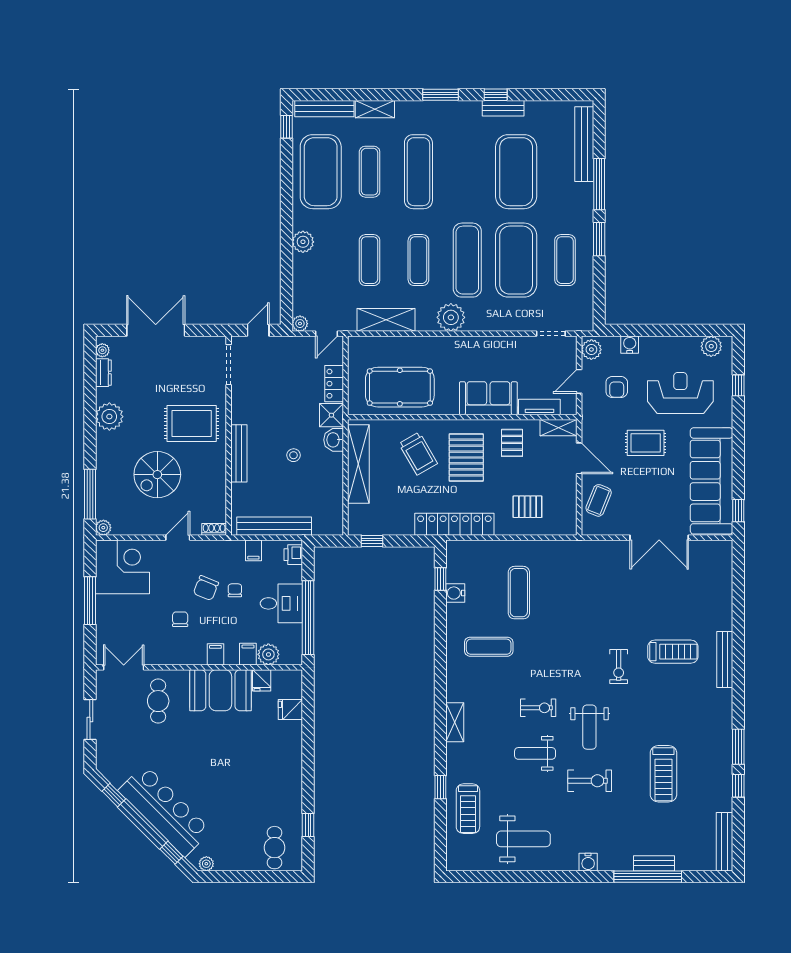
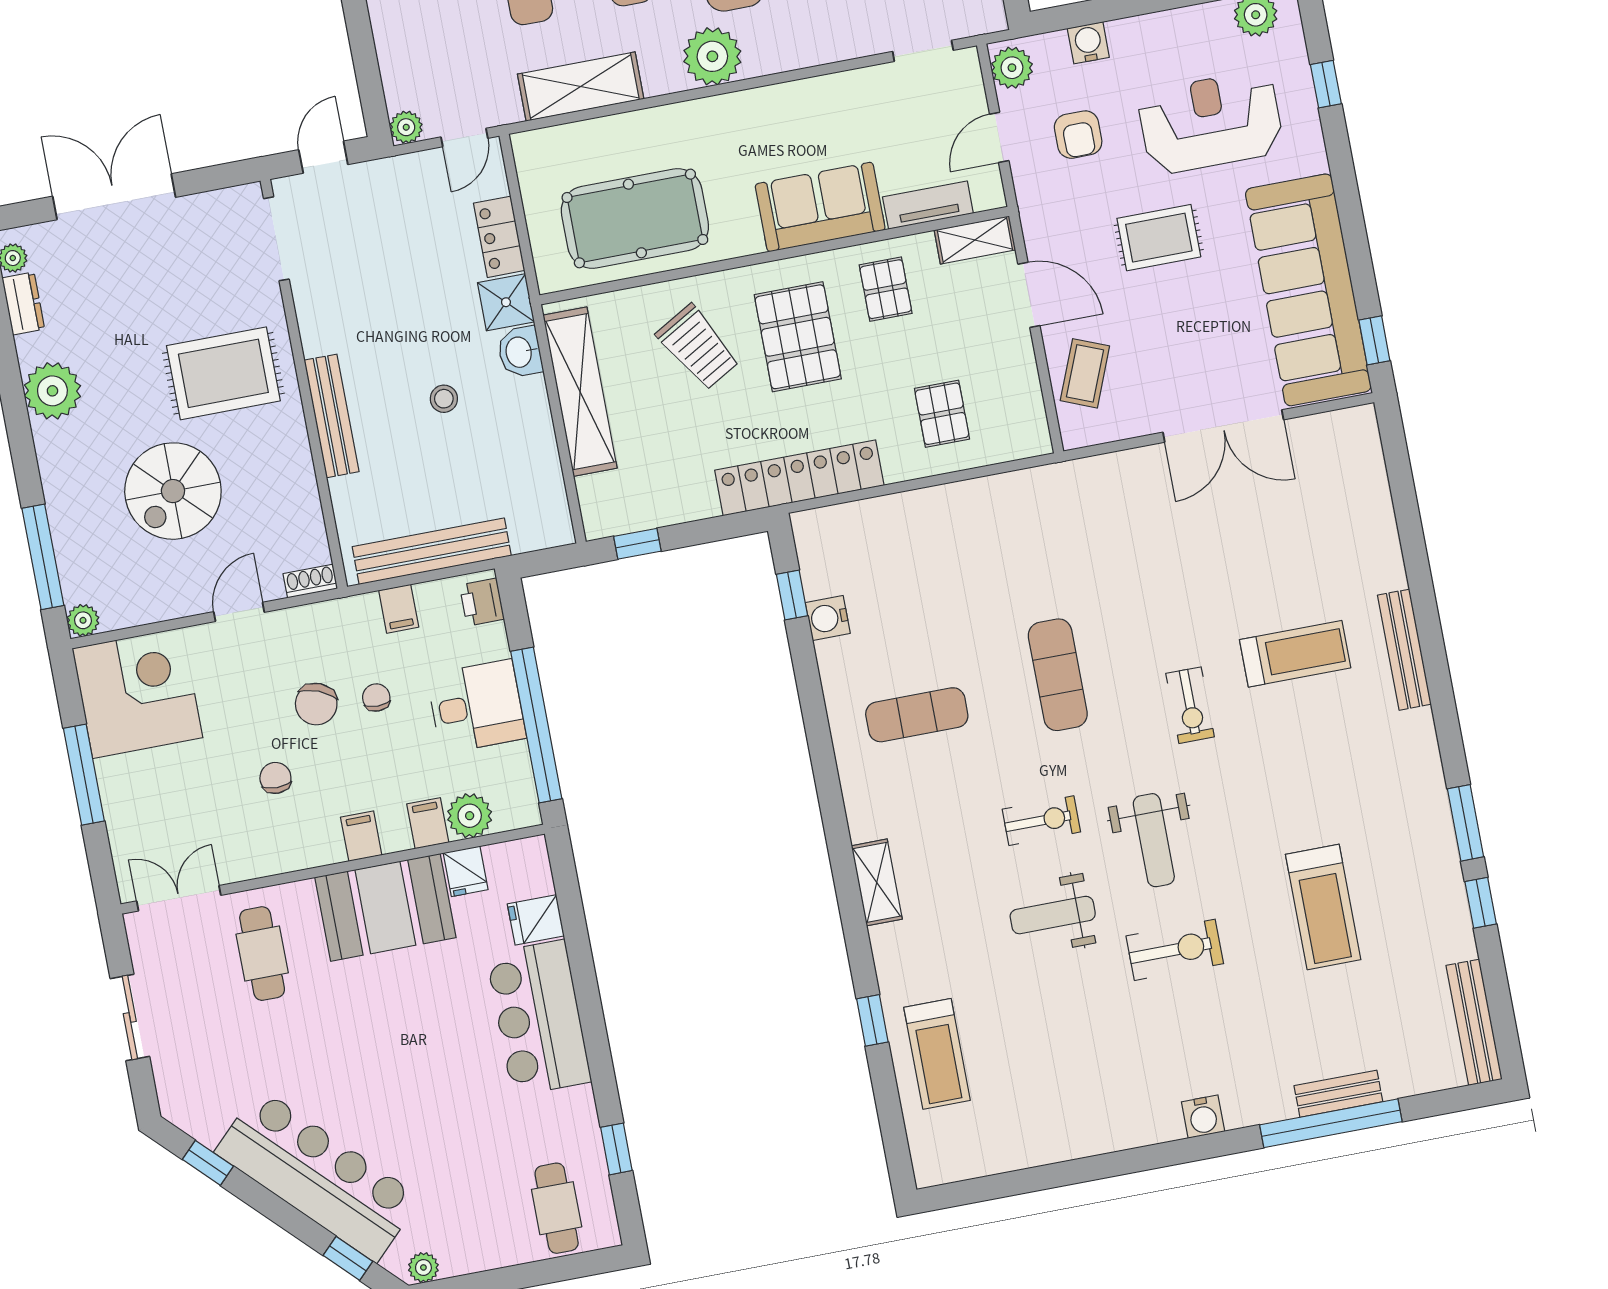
pallet: (527, 507) -> (942, 414), turned 90
exercise mat: (519, 593) -> (1058, 675), moved
bar counter: (283, 756) -> (539, 1018), added
weight bench: (523, 839) -> (1062, 1094), removed

